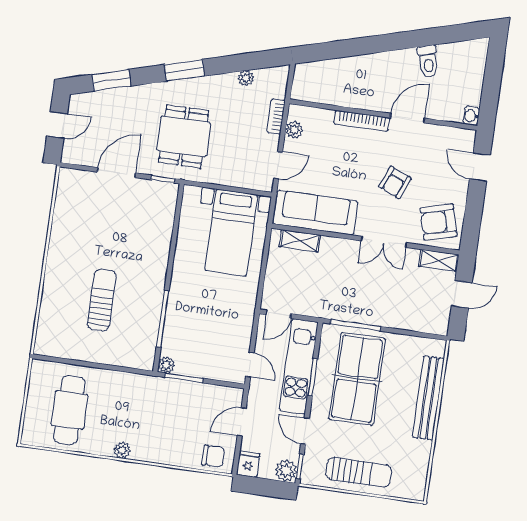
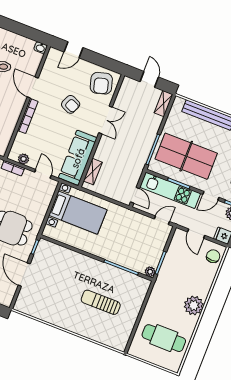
shelving: (439, 260) -> (163, 104), moved
plant: (122, 450) -> (194, 305), width x1.88, depth x1.88

